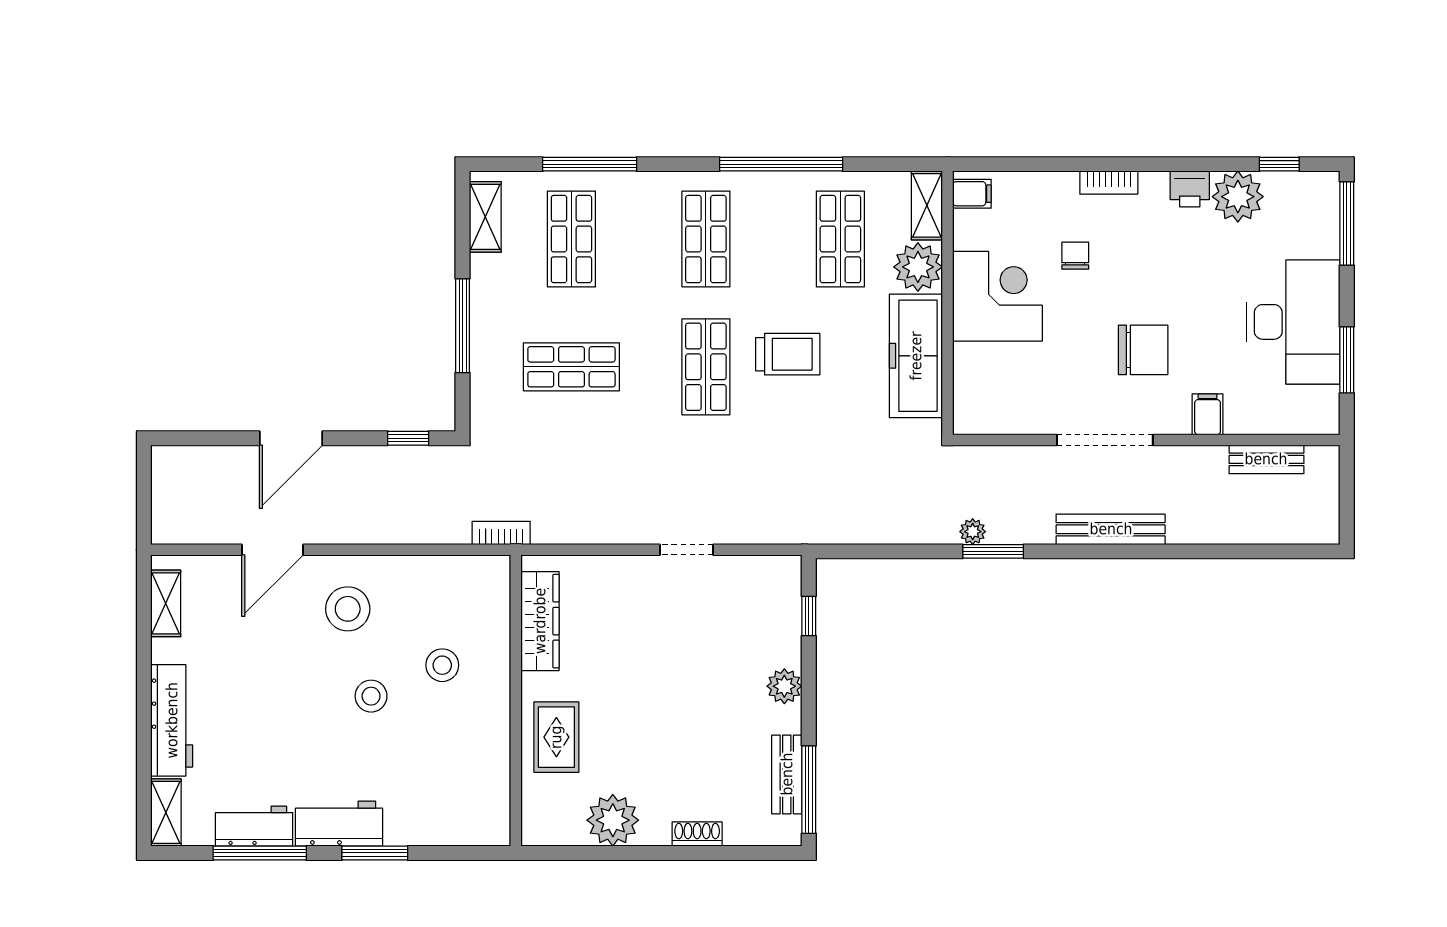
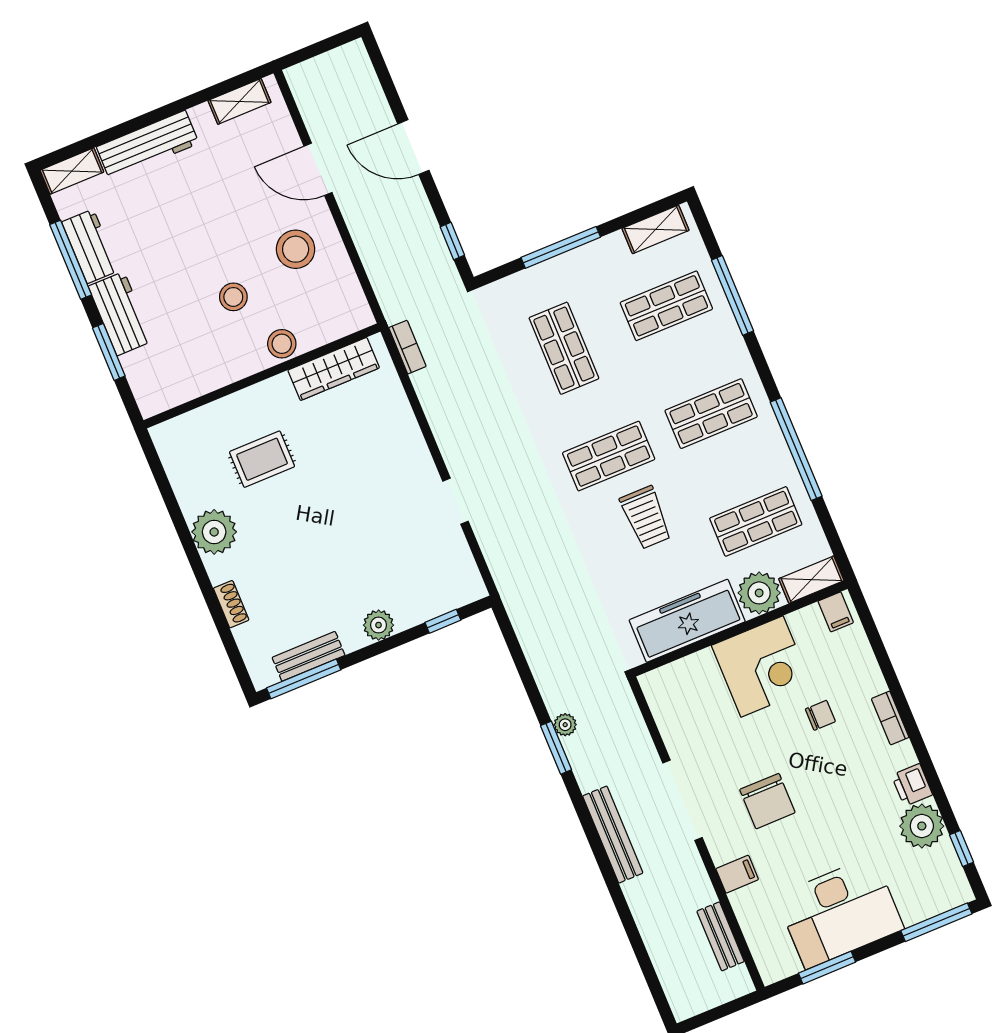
wardrobe: (540, 621) -> (334, 369), moved
wall: (516, 700) -> (262, 376), moved

